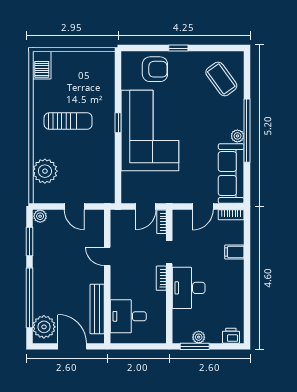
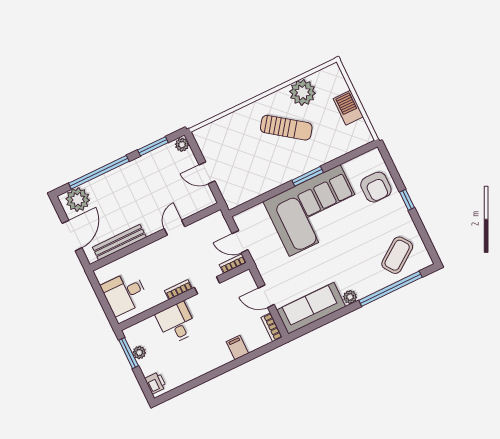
barbecue: (42, 65) -> (348, 108), moved, turned 90
sun lounger: (68, 121) -> (286, 128), turned -54
window: (118, 123) -> (308, 176), width x1.50
window: (247, 131) -> (390, 289), moved
plant: (45, 171) -> (303, 92), moved
door: (74, 207) -> (207, 173), hinge flipped
desk: (189, 288) -> (176, 323), width x0.73
desk: (128, 316) -> (125, 293), moved, turned -90

